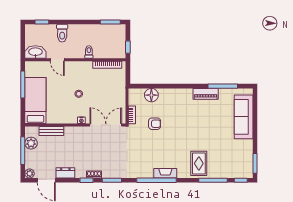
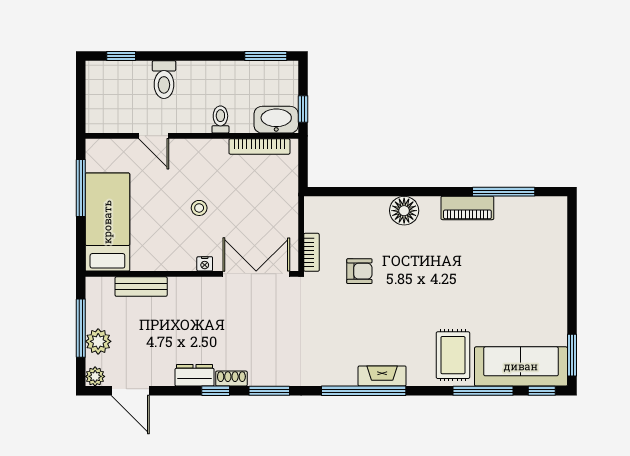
washbasin: (35, 52) -> (276, 120), moved
floor lamp: (151, 95) -> (404, 211), moved
sofa: (244, 117) -> (521, 366), moved, turned 90
plant: (31, 143) -> (98, 341), moved
dresser: (65, 173) -> (195, 375), moved

